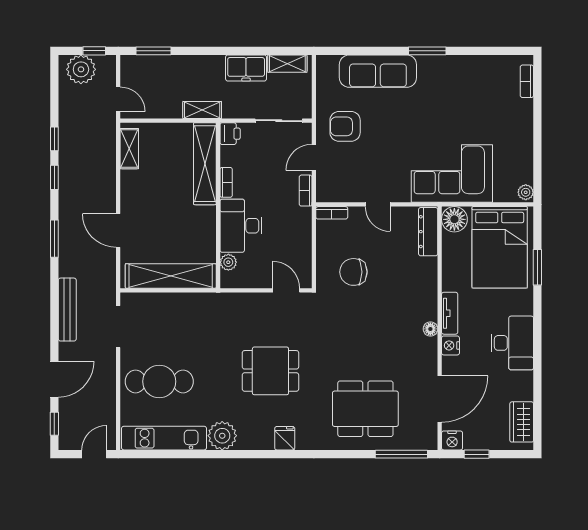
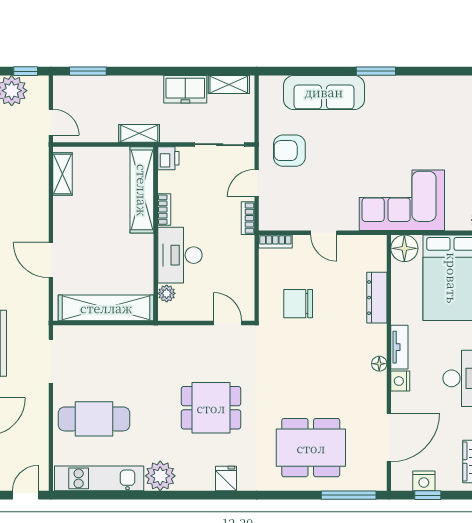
dresser: (428, 232) -> (377, 298), moved
nightstand: (452, 440) -> (424, 481), moved

